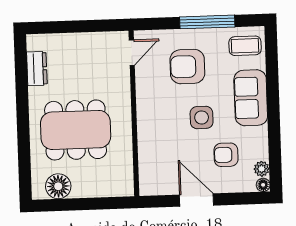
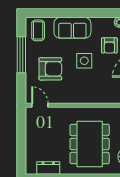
armchair: (187, 67) -> (50, 69), turned -90

